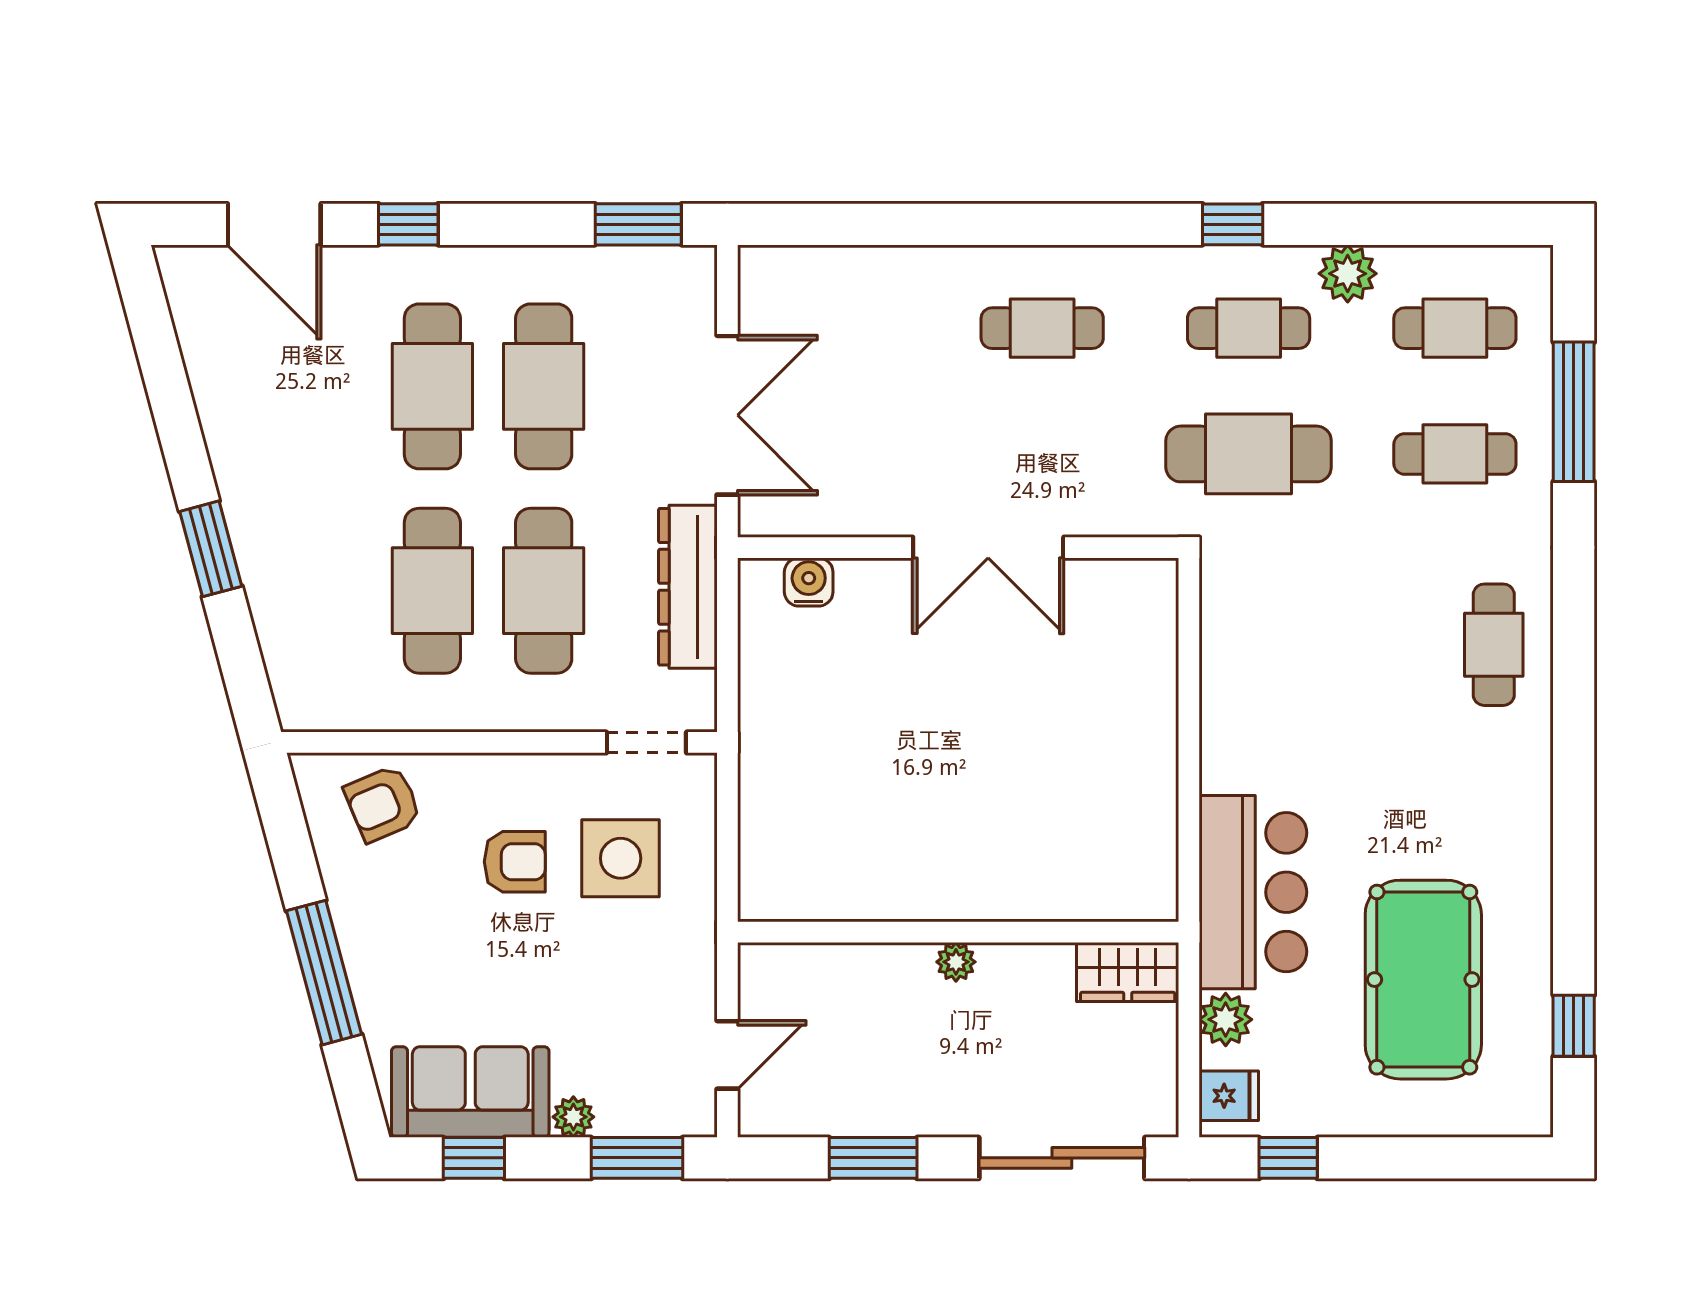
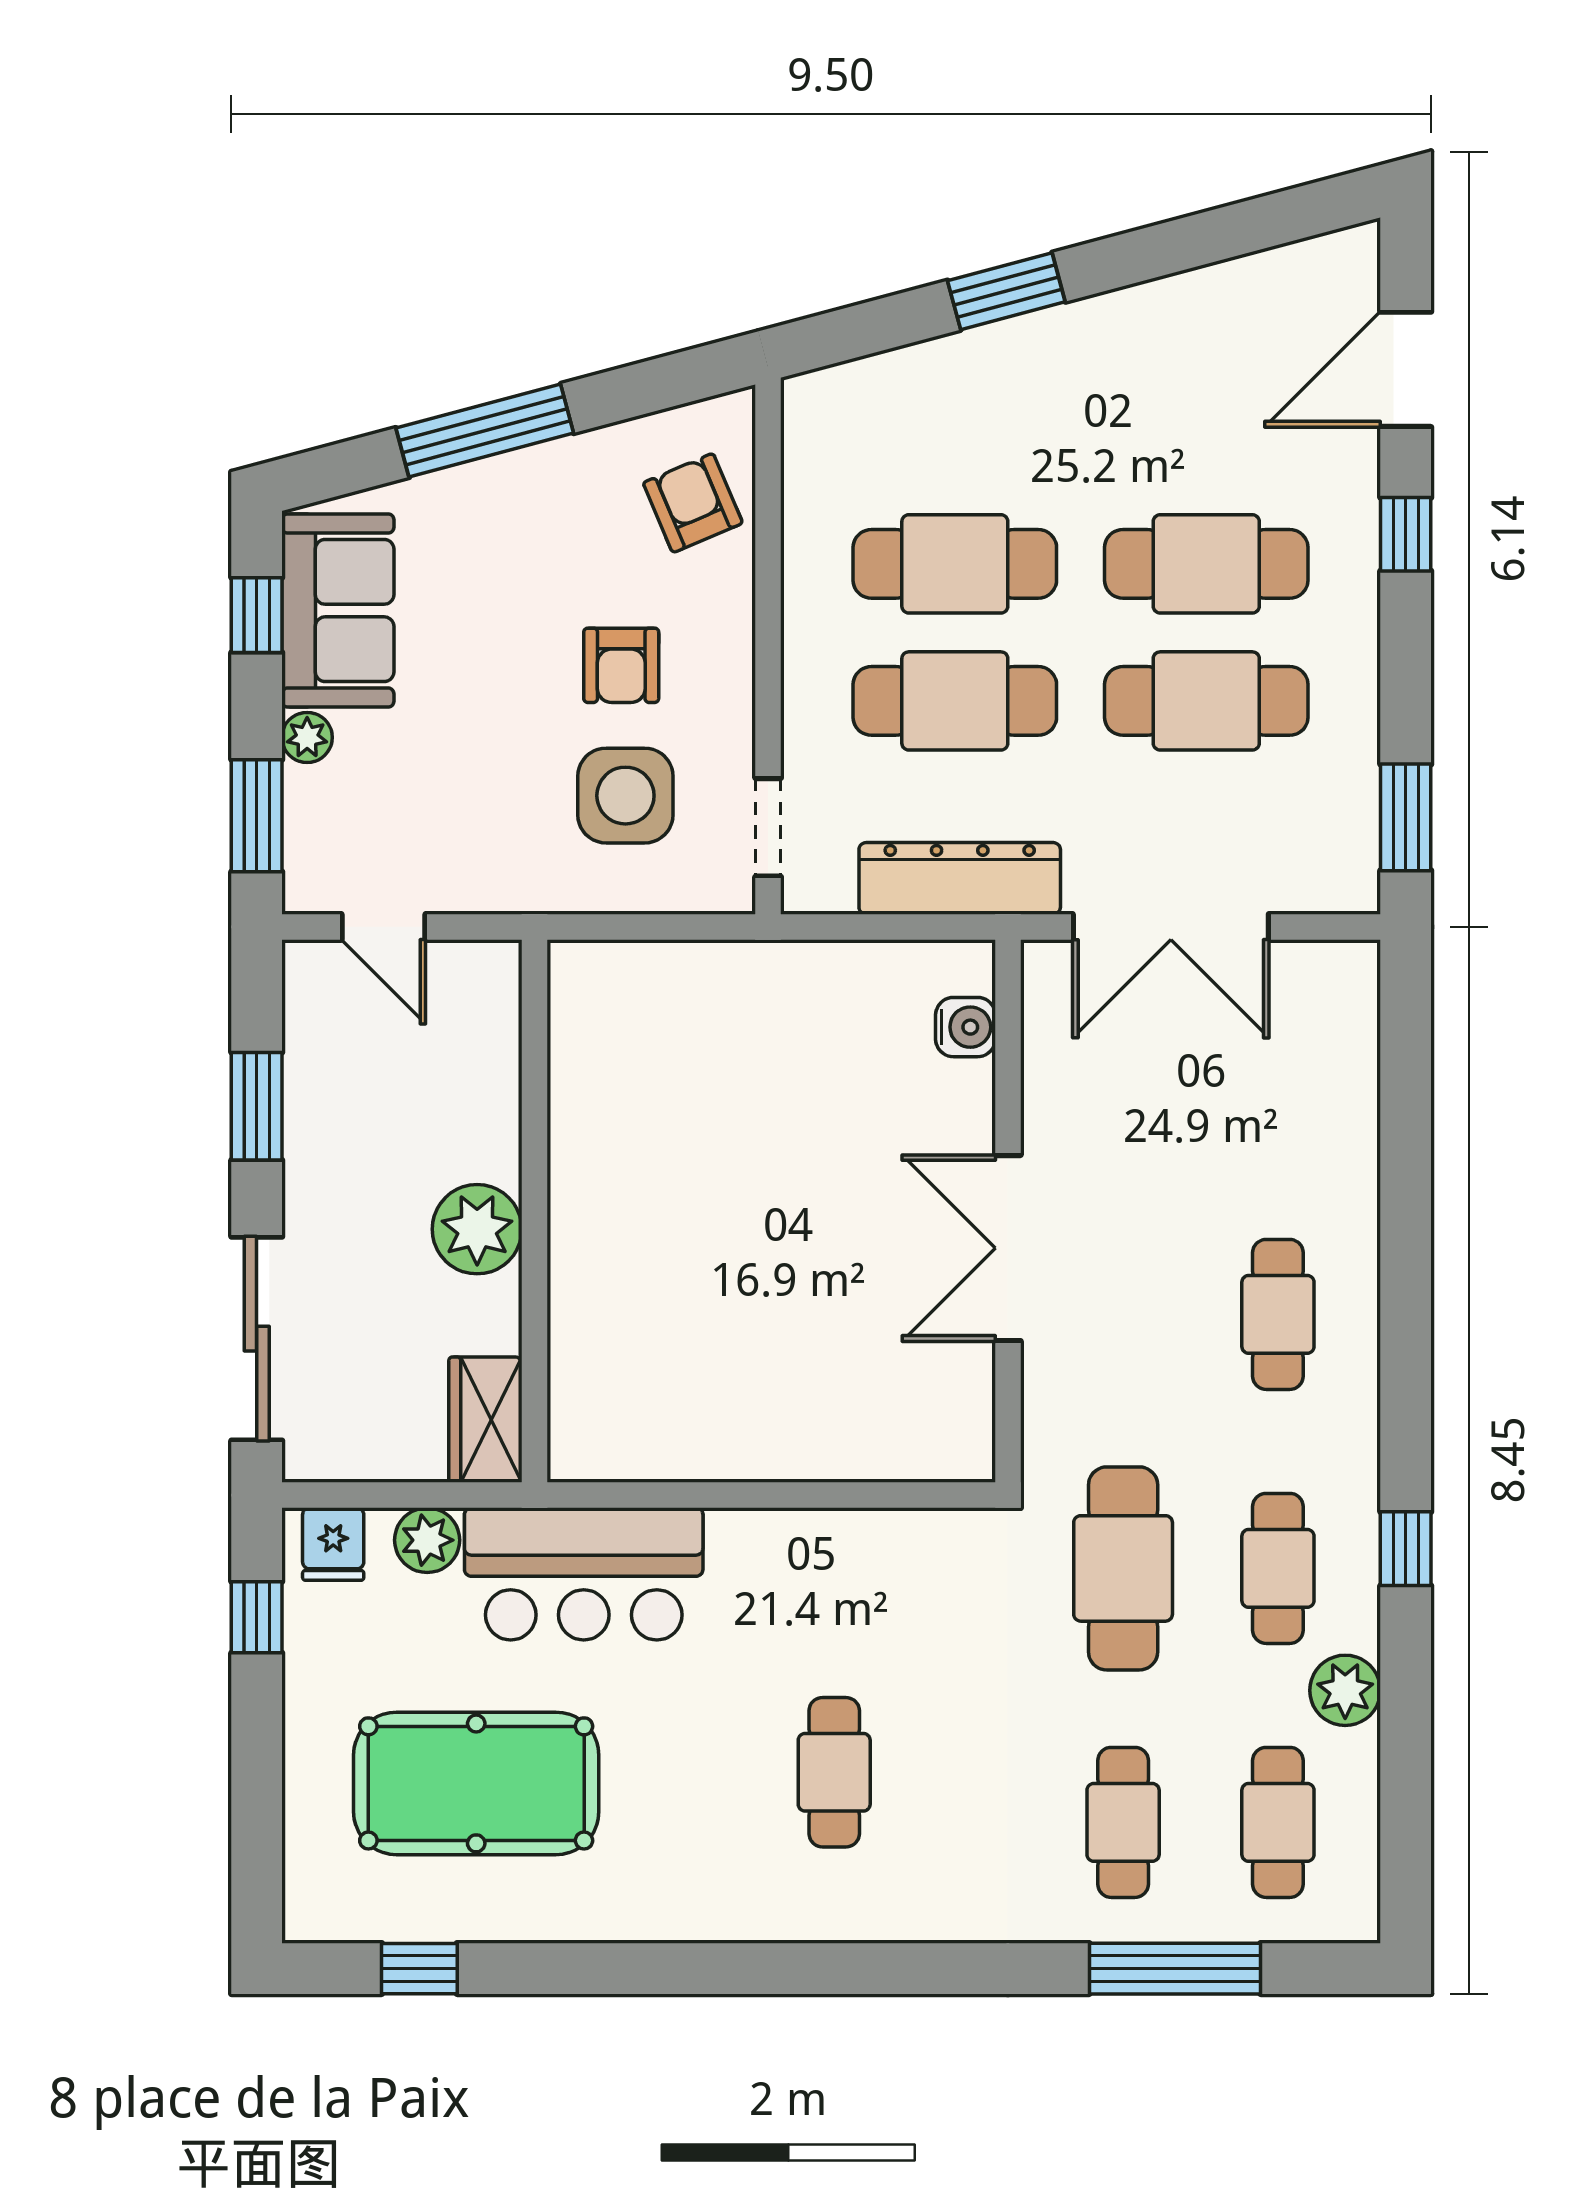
cafe table: (1494, 645) -> (834, 1772), moved, turned 90
plant: (956, 962) -> (477, 1229), width x1.88, depth x1.88

